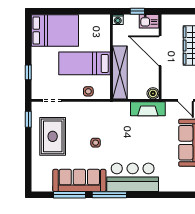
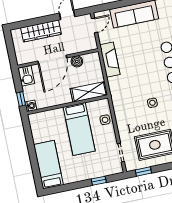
window: (137, 11) -> (21, 99), moved
bed: (55, 31) -> (49, 165), width x0.67
shelving: (120, 73) -> (89, 92), width x0.68
boiler: (153, 93) -> (77, 61), moved

